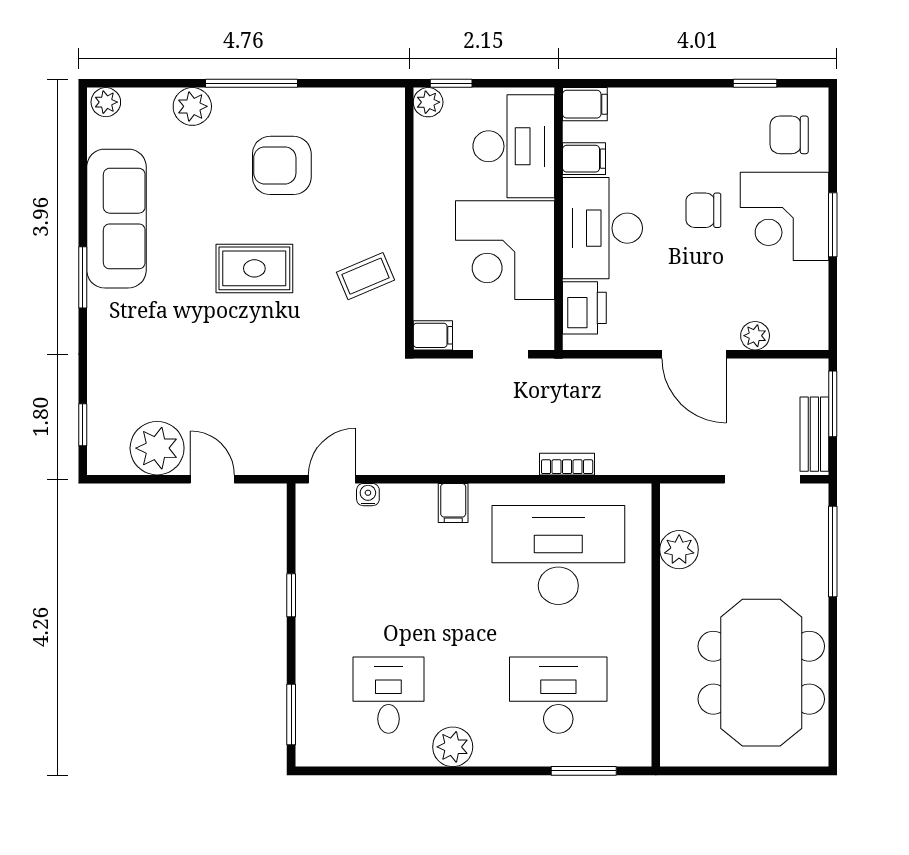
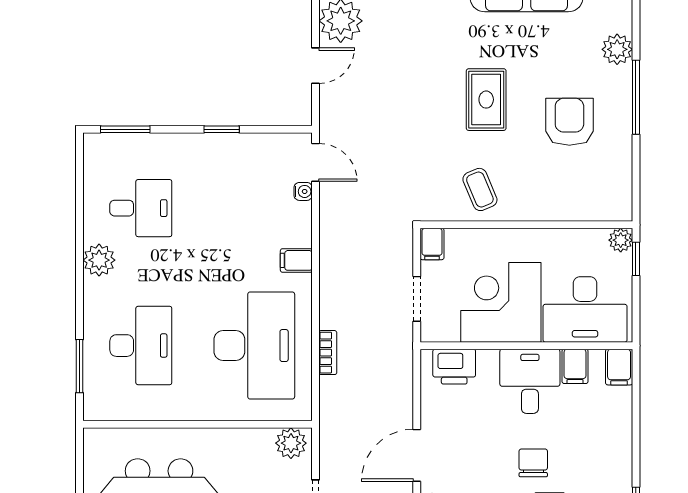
desk: (603, 228) -> (530, 381), width x0.73
plant: (679, 550) -> (291, 443), moved

